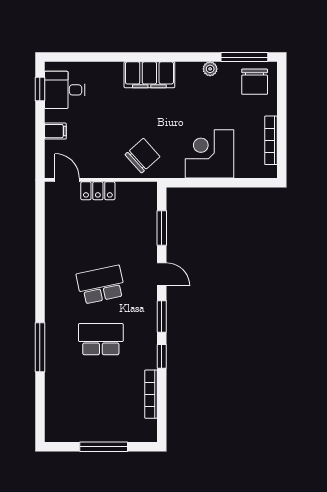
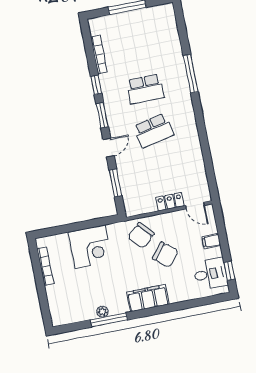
window: (244, 57) -> (109, 320), moved
chair: (255, 82) -> (165, 255), moved, turned 129
door: (162, 274) -> (109, 148), swing flipped

